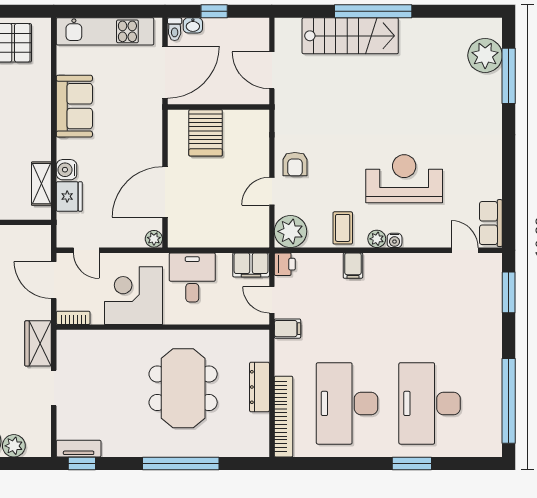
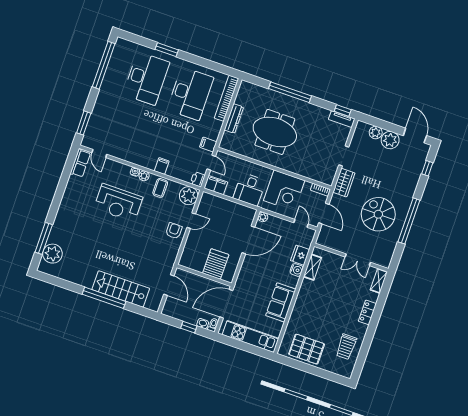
meeting table: (183, 388) -> (275, 132), turned 90

